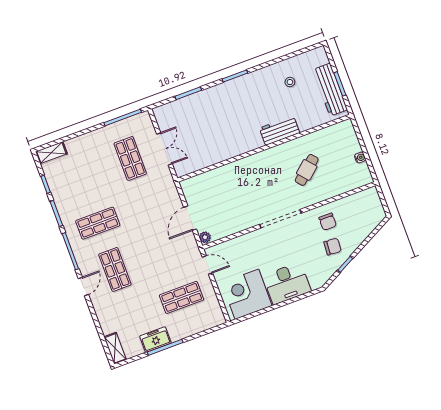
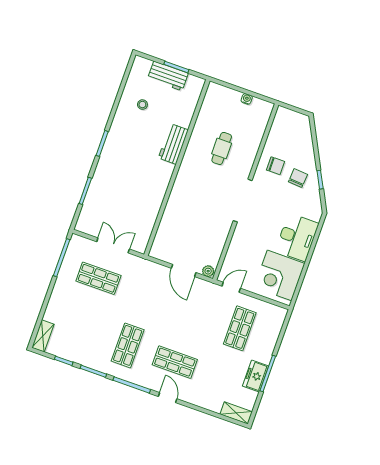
workbench: (330, 90) -> (168, 76), width x0.73
cafe table: (307, 170) -> (222, 148), turned 41

